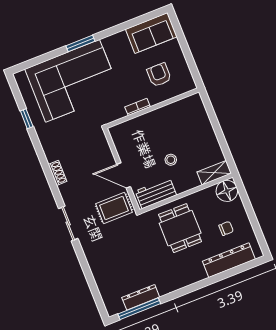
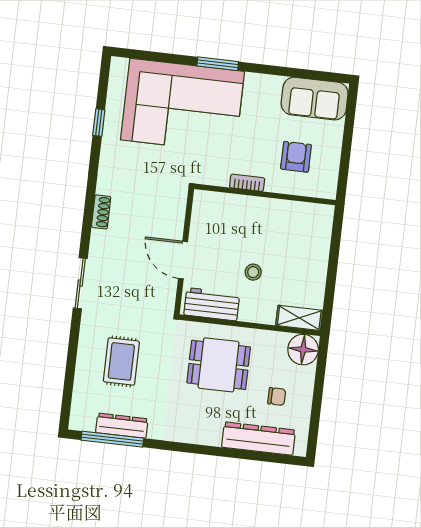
rug: (114, 208) -> (121, 361), moved, turned 90
dining table: (180, 228) -> (219, 365), turned 90

